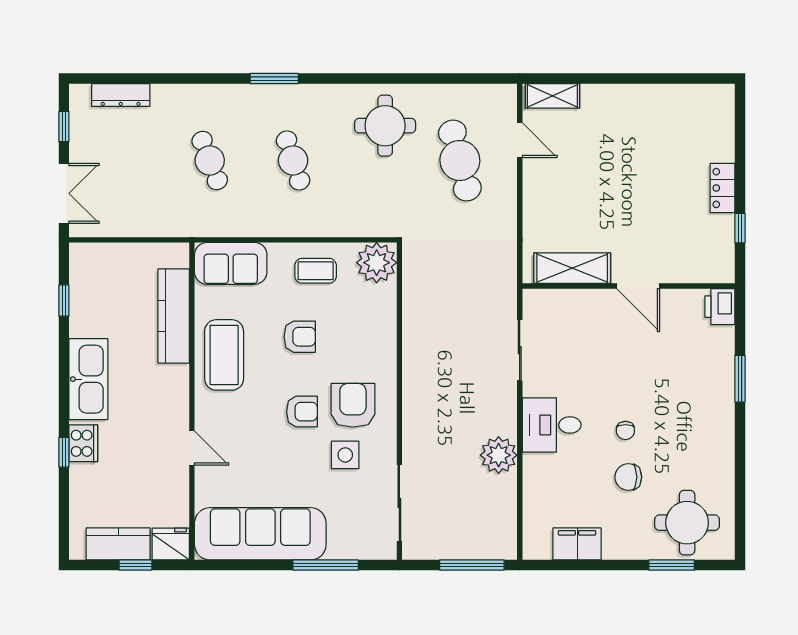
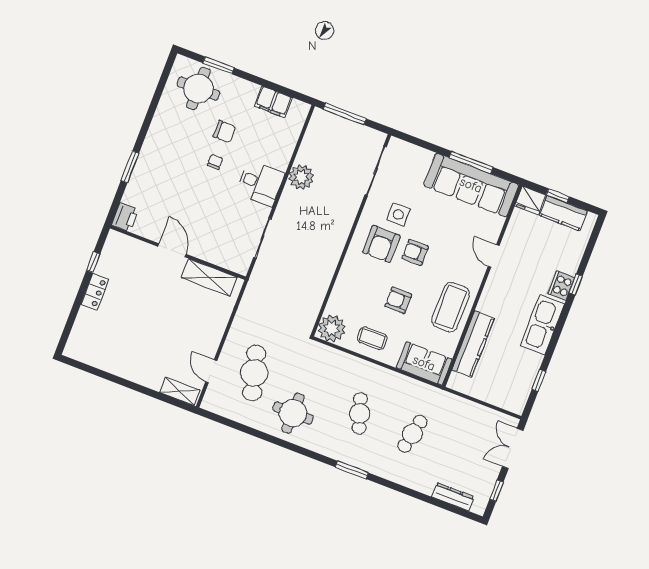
cafe table: (210, 160) -> (412, 434), turned 33
window: (326, 565) -> (471, 162), moved

